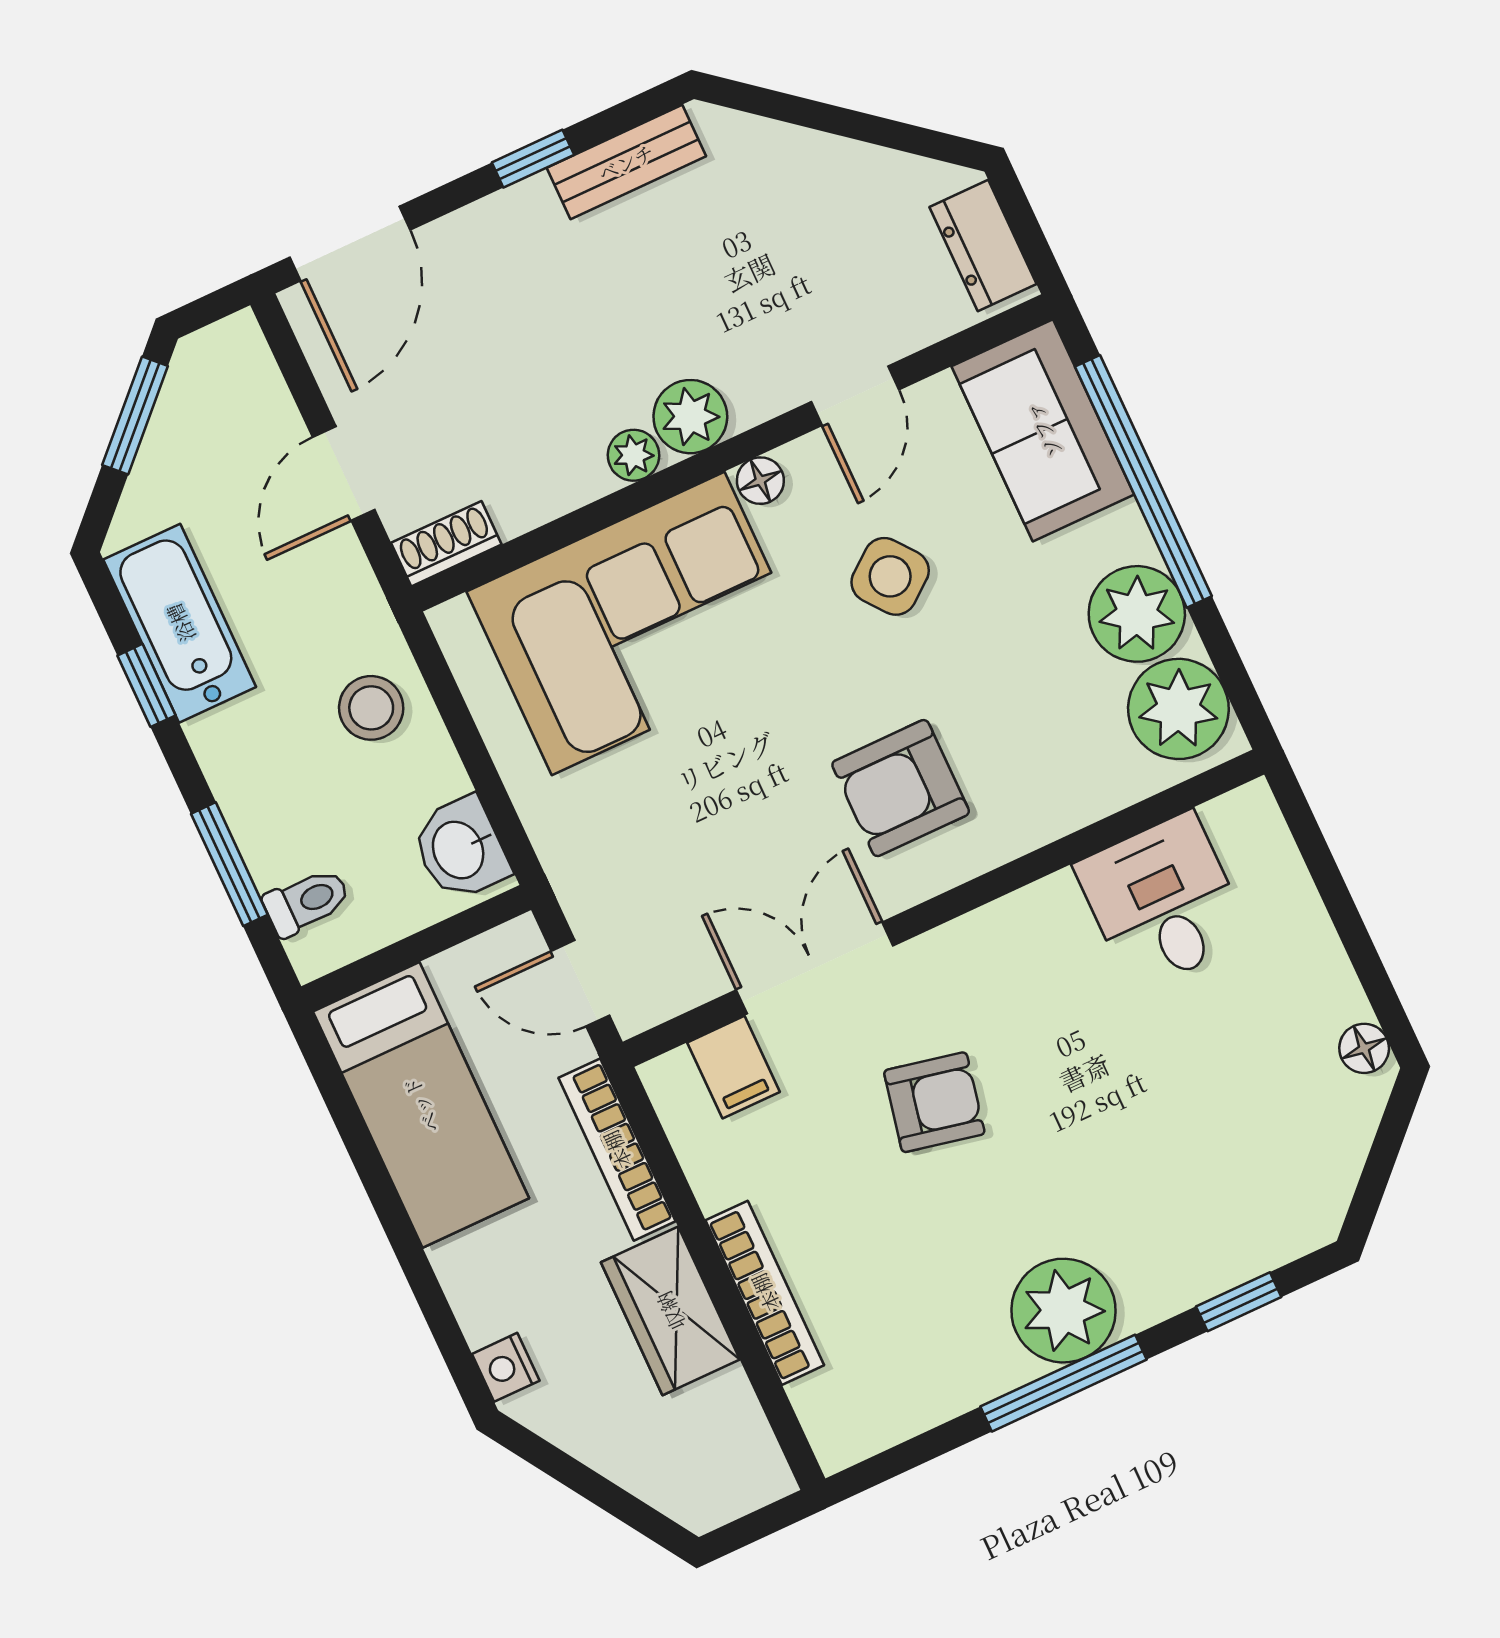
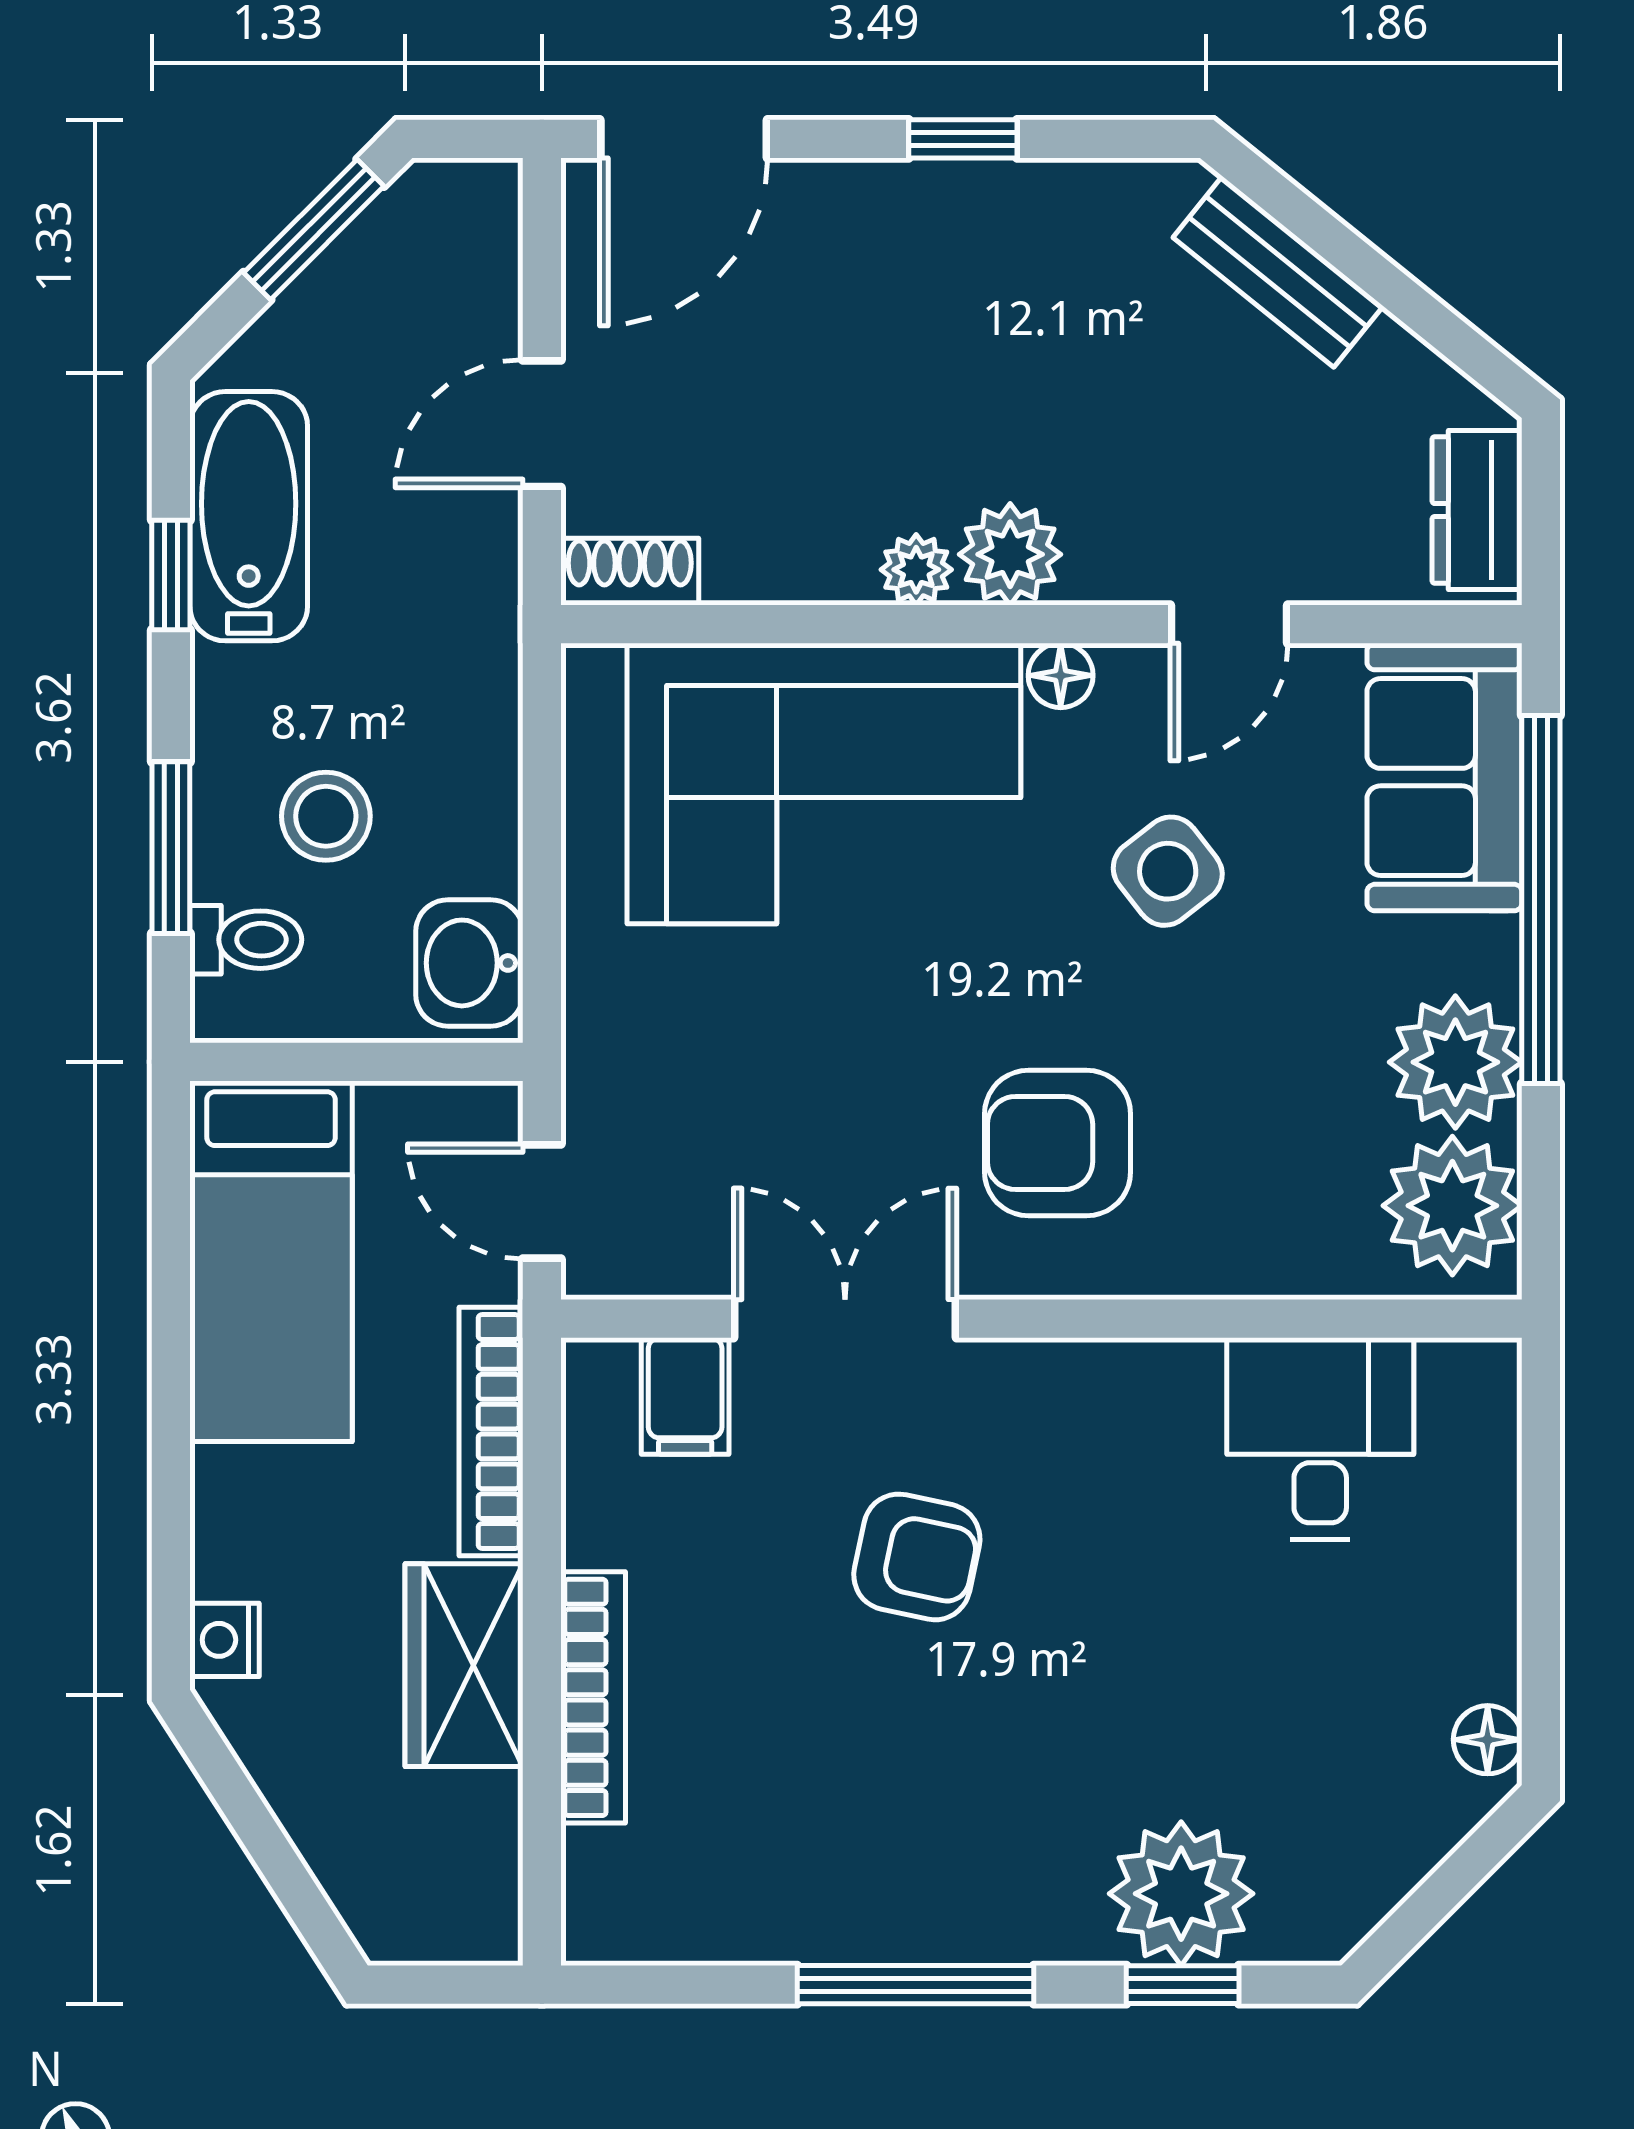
bench: (626, 162) -> (1278, 272), moved, turned 39
stool: (371, 708) -> (326, 816), moved
plant: (1063, 1311) -> (1181, 1894), moved

